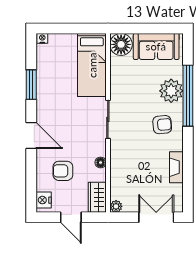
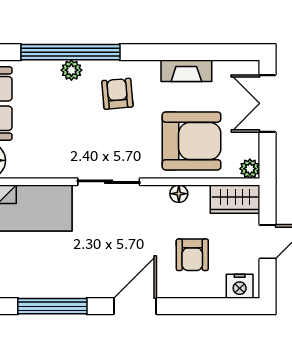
window: (31, 85) -> (52, 306), width x1.44
plant: (171, 91) -> (71, 70), width x0.53, depth x0.53
armchair: (133, 170) -> (192, 141), added

